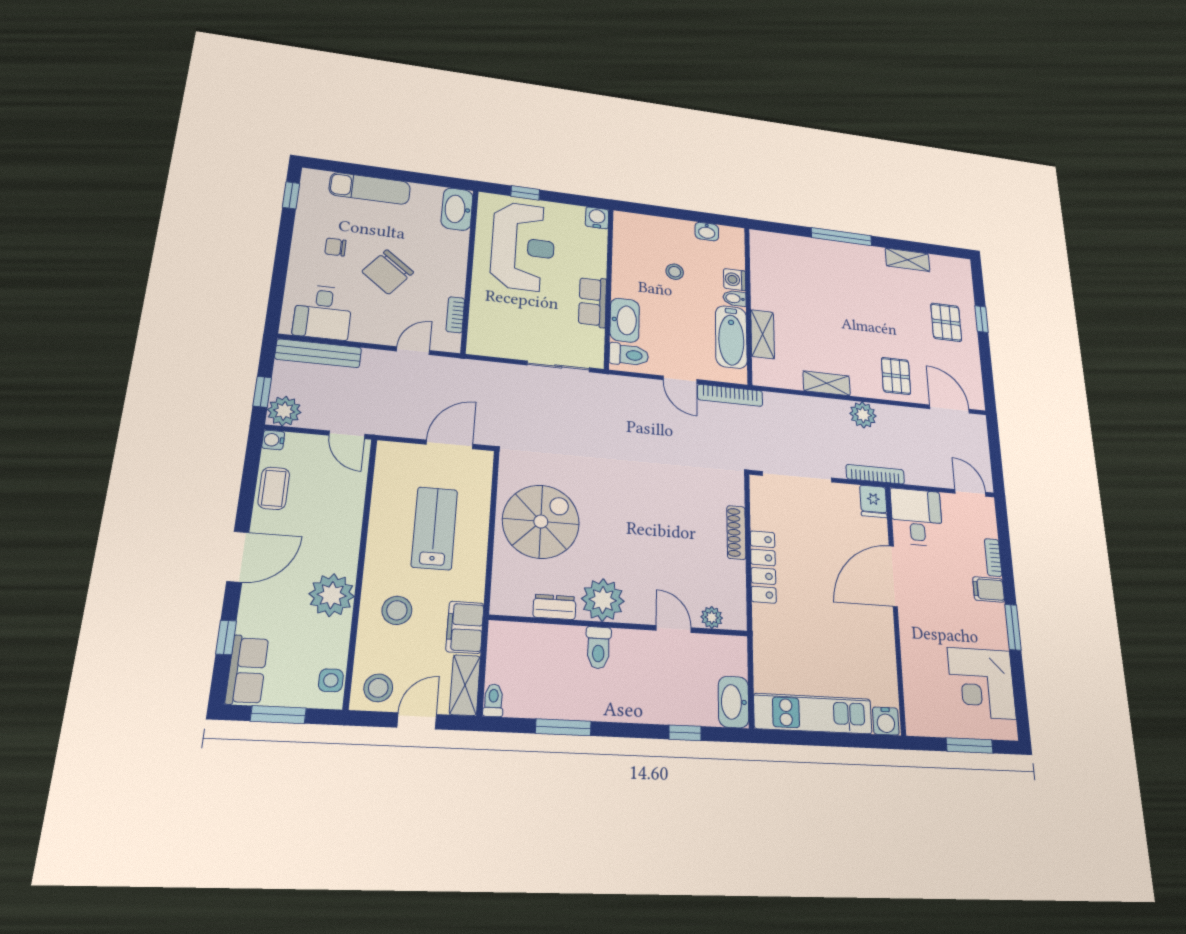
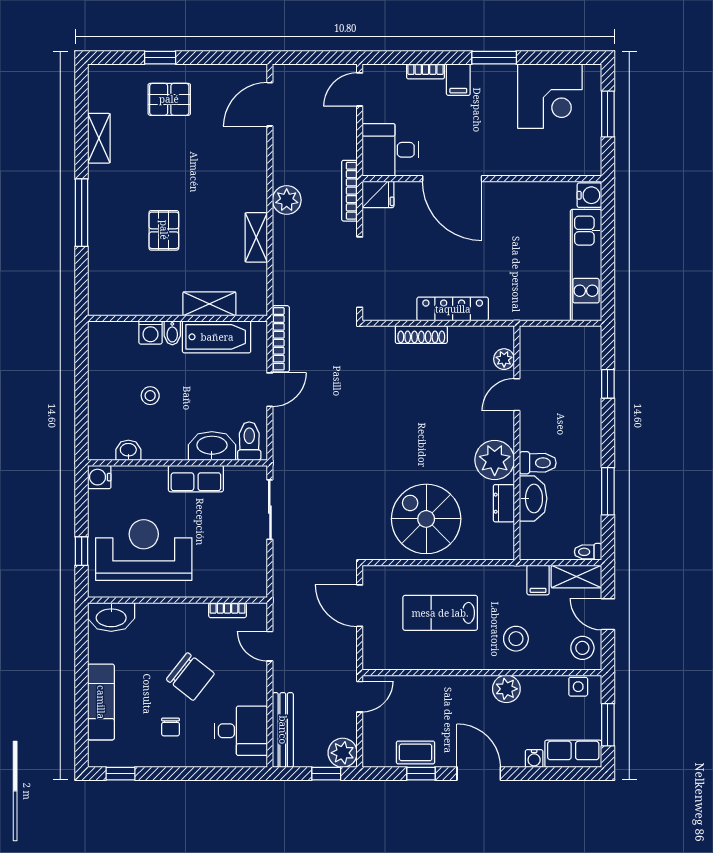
washbasin: (707, 232) -> (128, 450), moved, turned -90
pallet: (896, 376) -> (164, 230), moved, turned 90
water cooler: (273, 440) -> (534, 758), moved
plant: (332, 595) -> (506, 689), width x0.73, depth x0.73
filing cabinet: (465, 627) -> (538, 580), width x0.50
window: (226, 637) -> (421, 774), moved
washbasin: (734, 702) -> (533, 499), moved, turned -90

